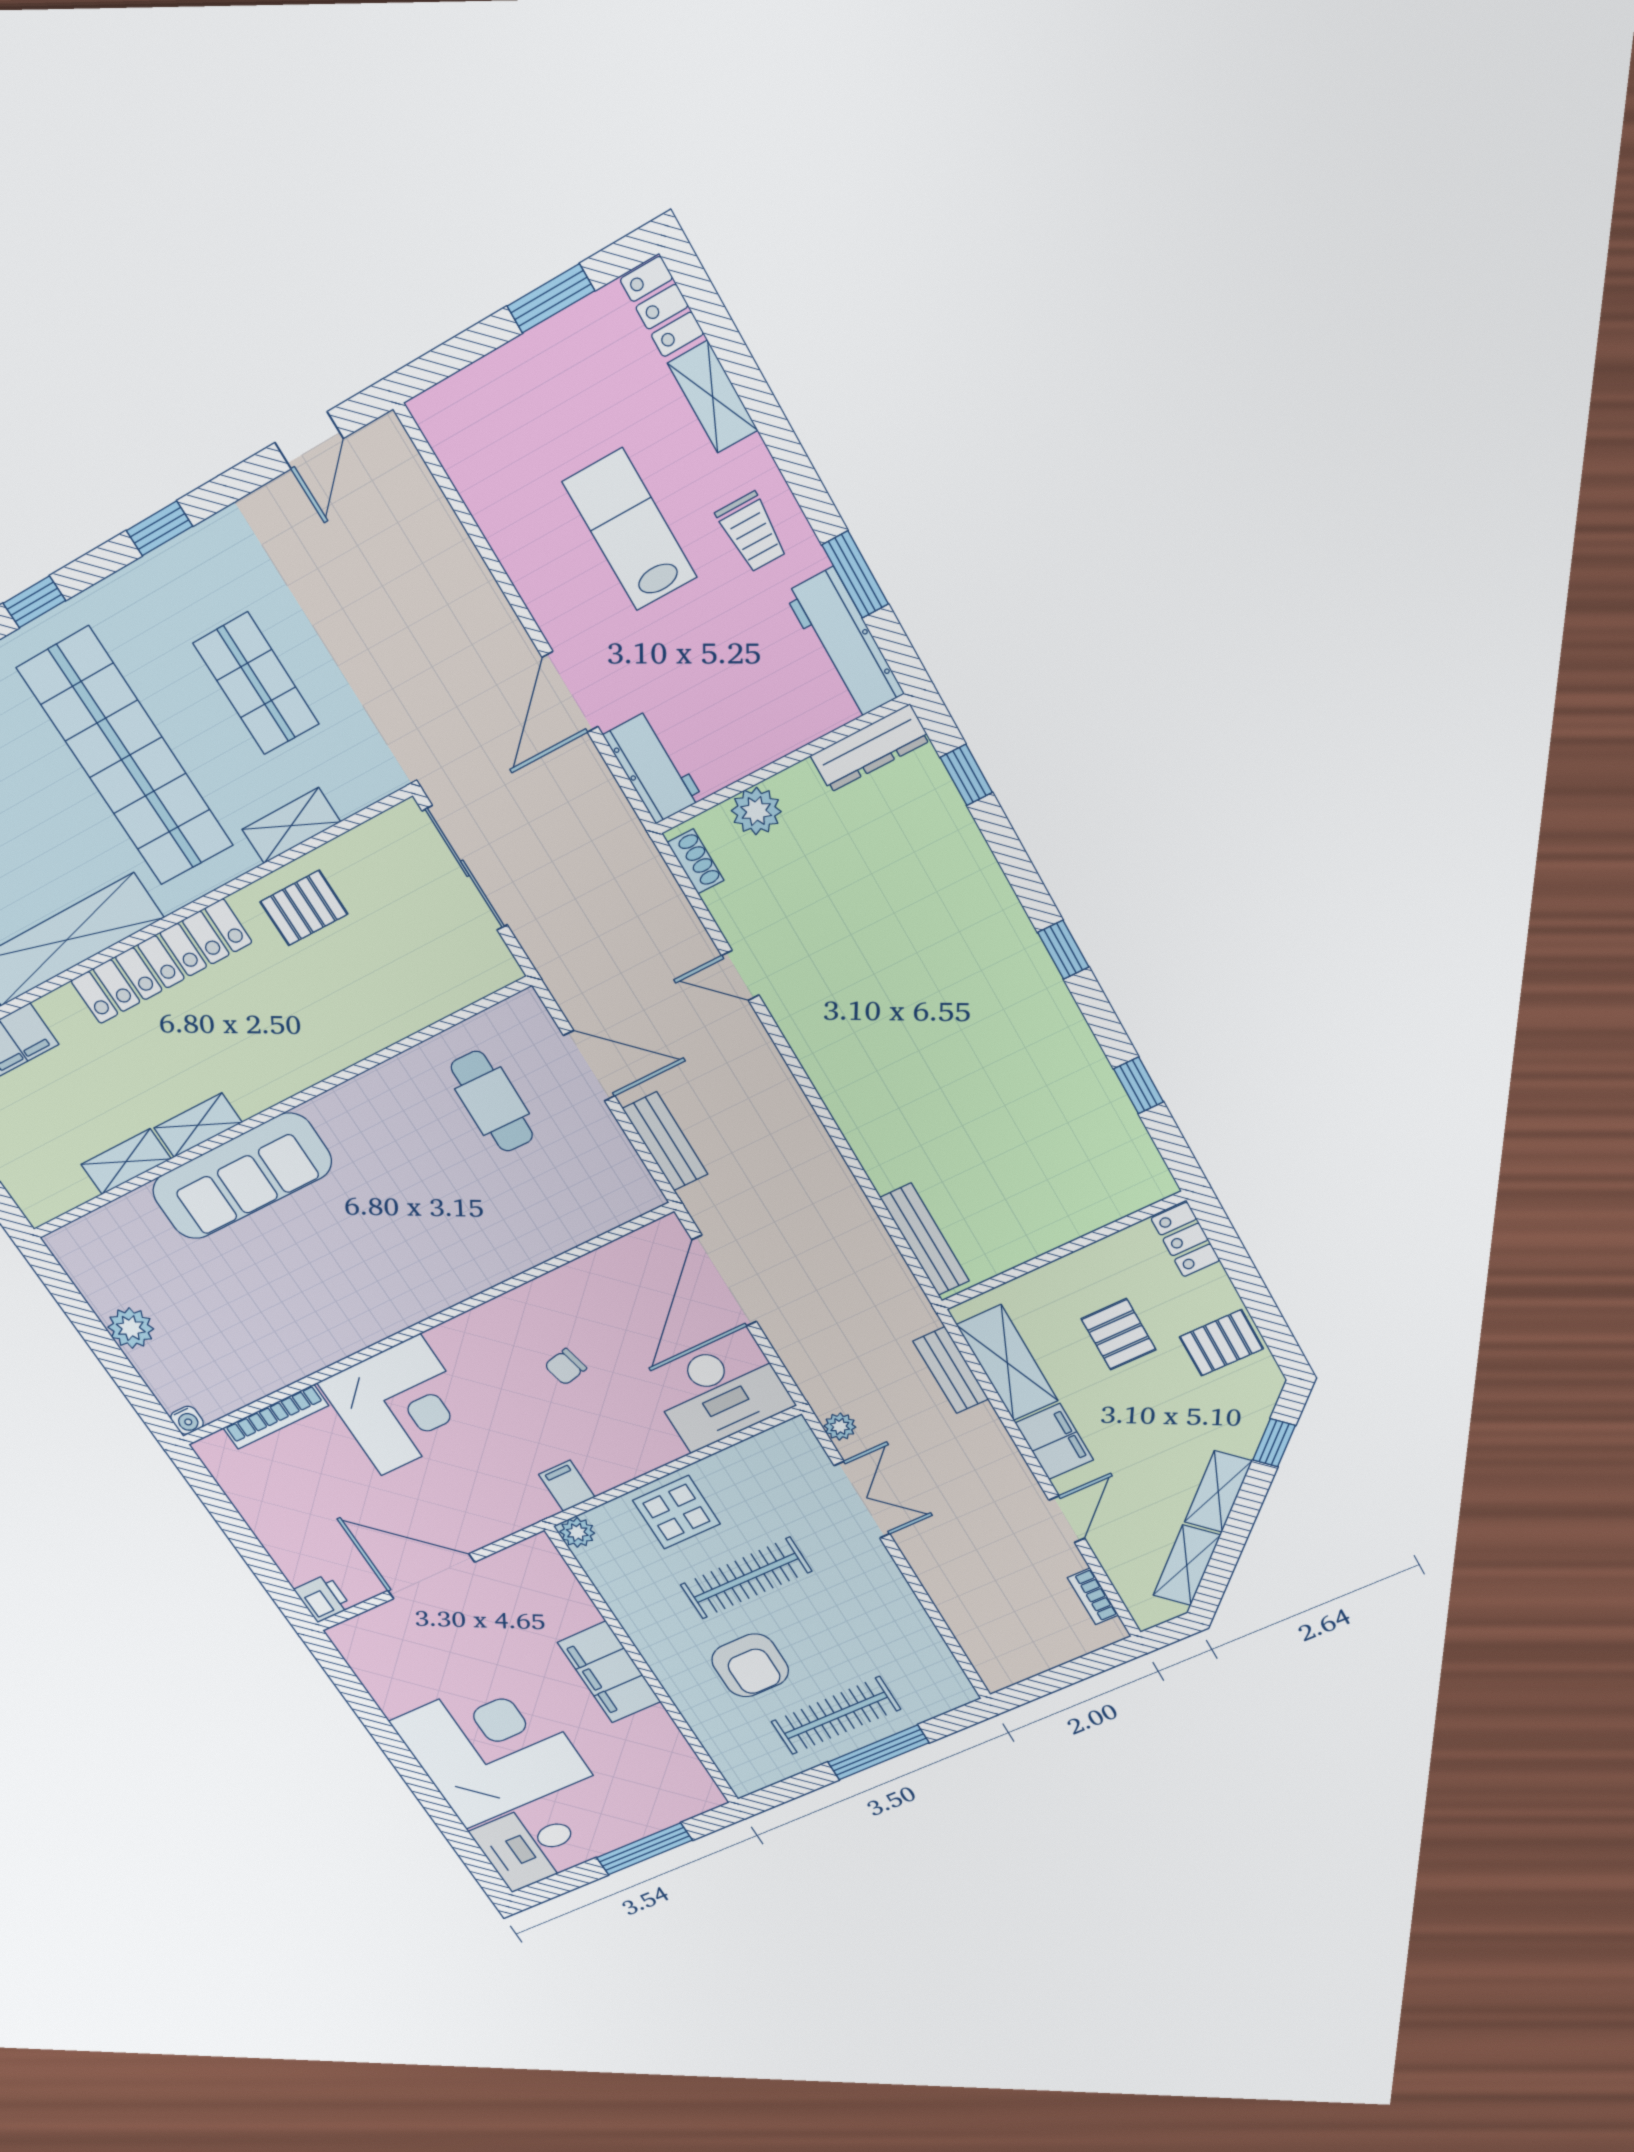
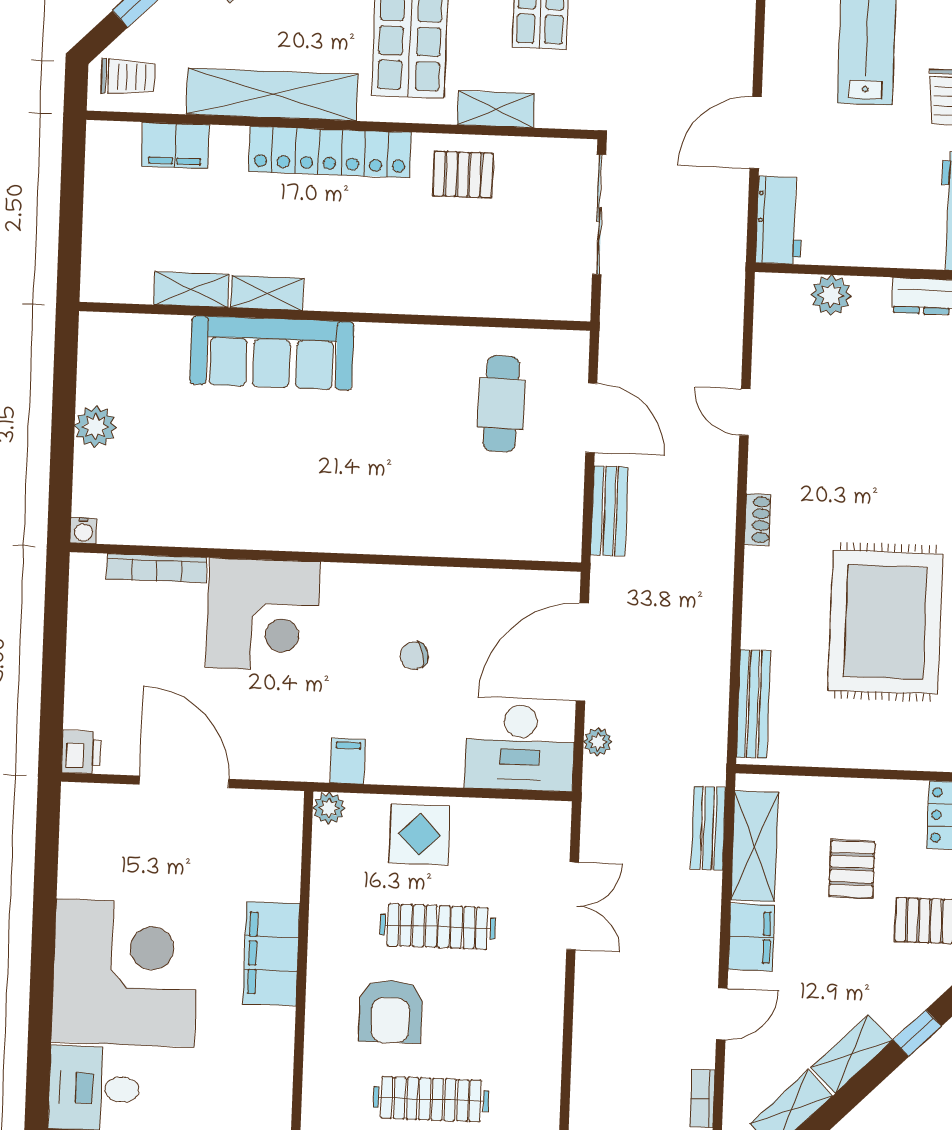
shoe rack: (696, 861) -> (758, 520), moved
rug: (1013, 1095) -> (885, 622), added
plant: (840, 1427) -> (598, 742), moved

